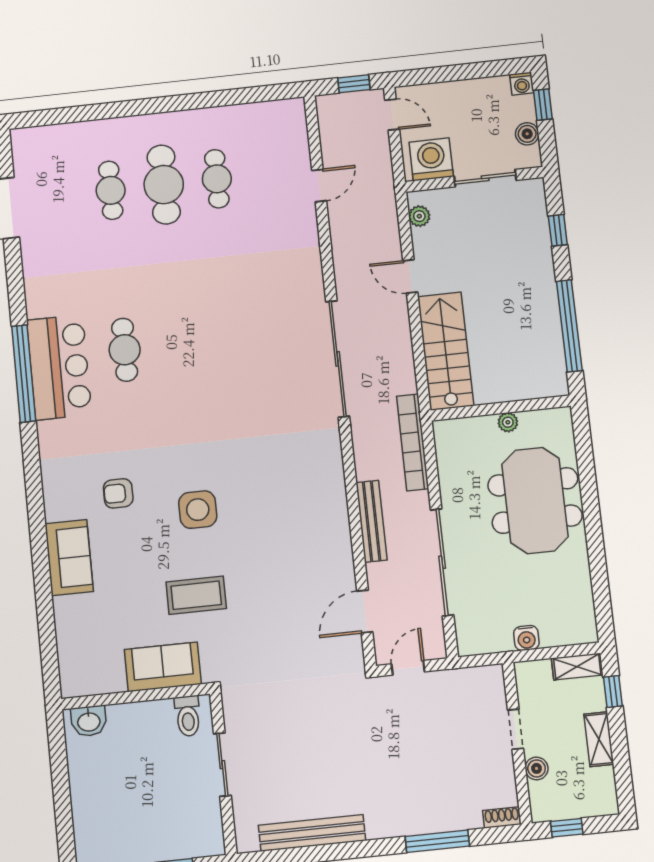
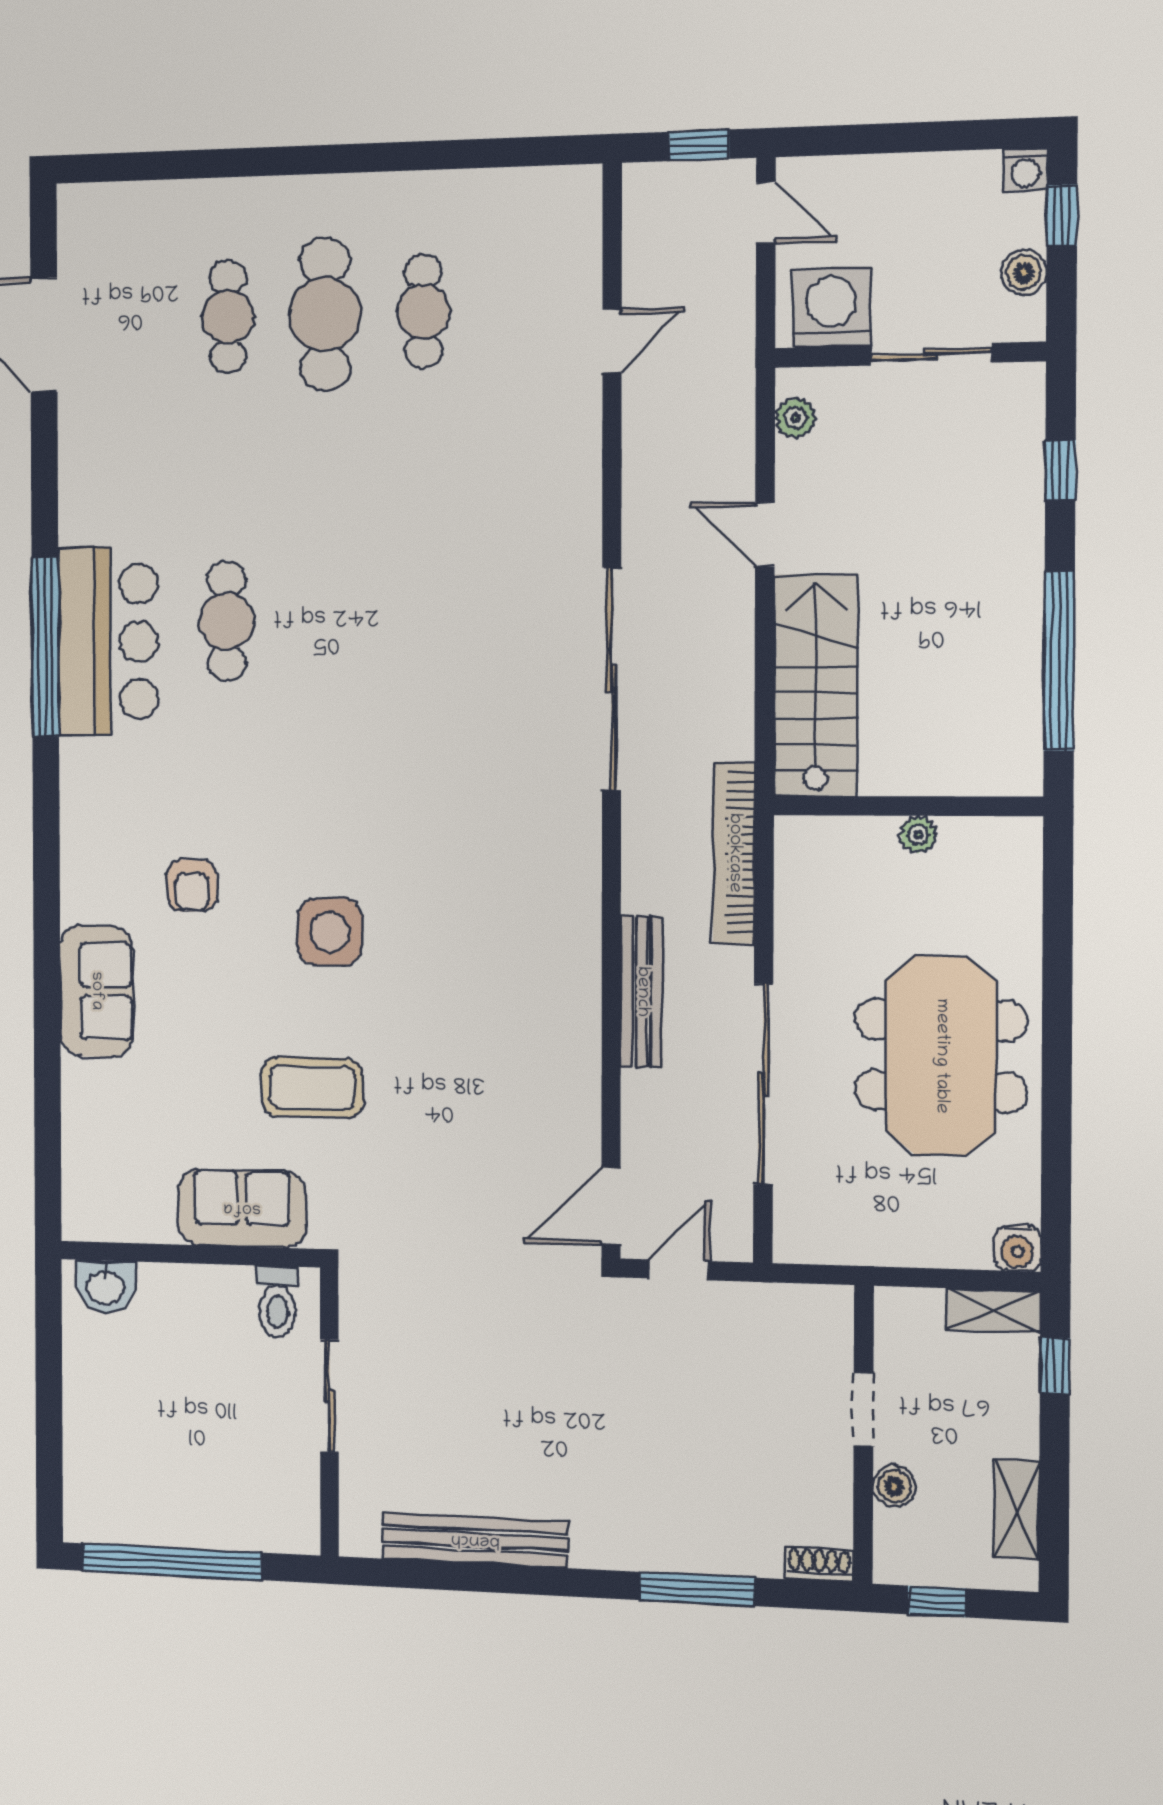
armchair: (118, 493) -> (192, 885), turned -92
meeting table: (535, 500) -> (941, 1056), moved
door: (365, 612) -> (611, 1206), moved
water cooler: (526, 638) -> (1018, 1248), moved
shelving: (599, 739) -> (1017, 1510), moved

